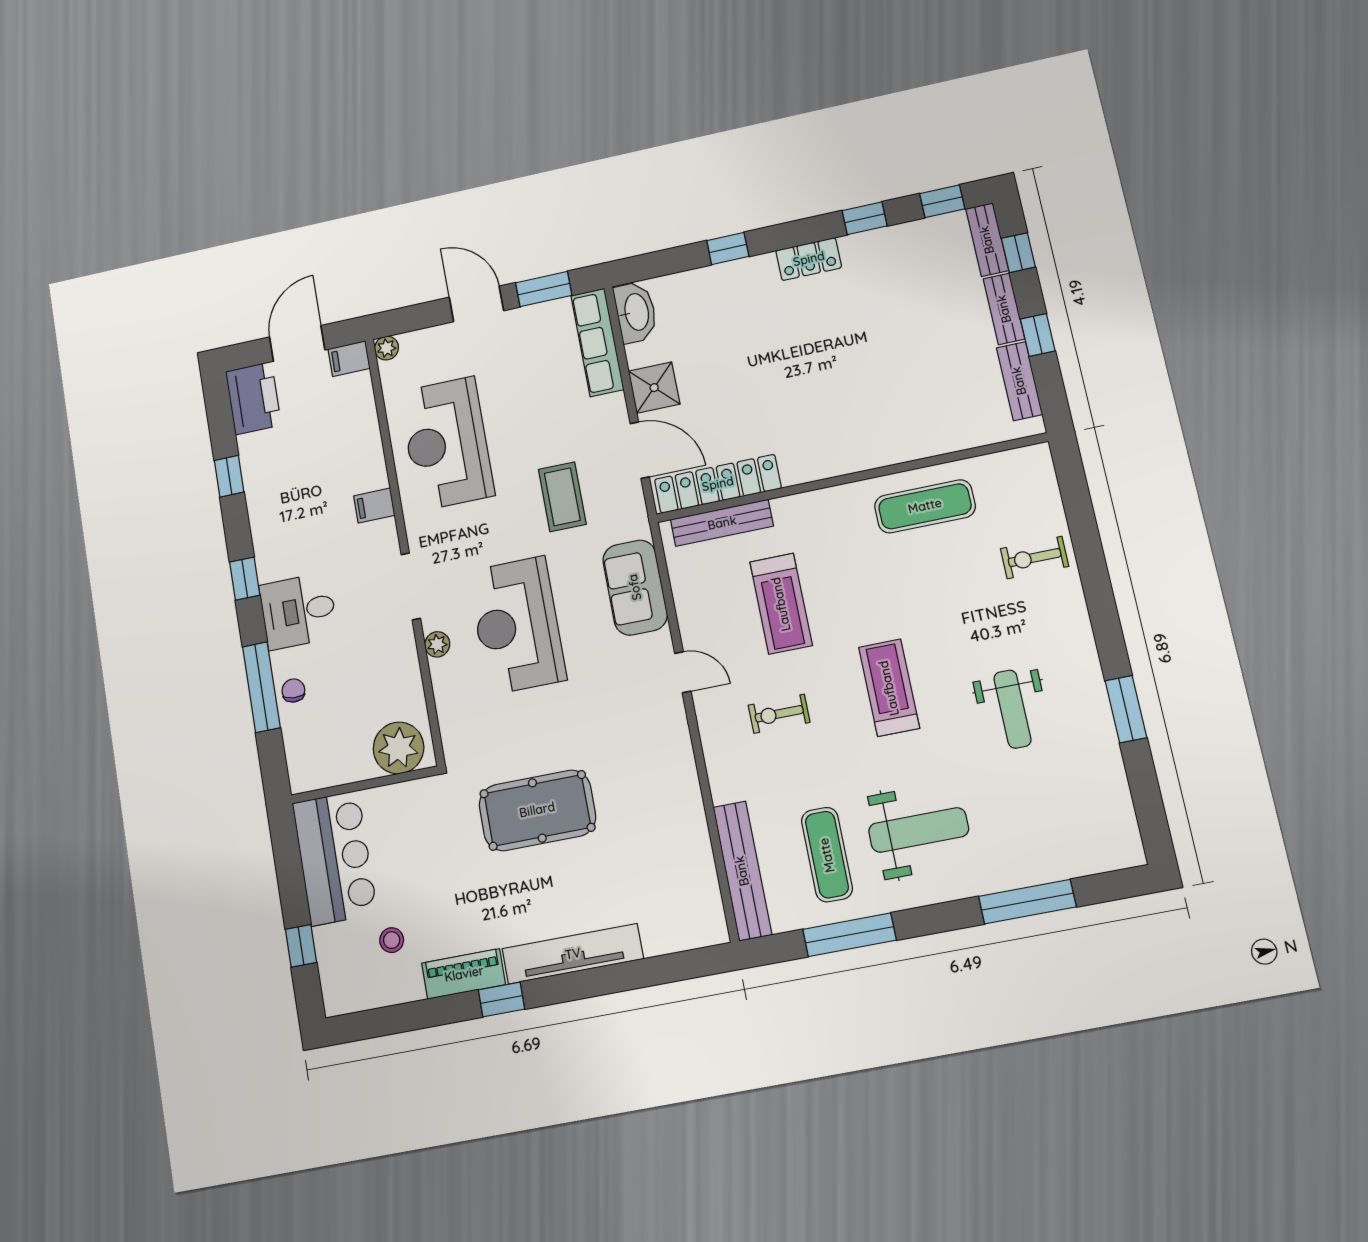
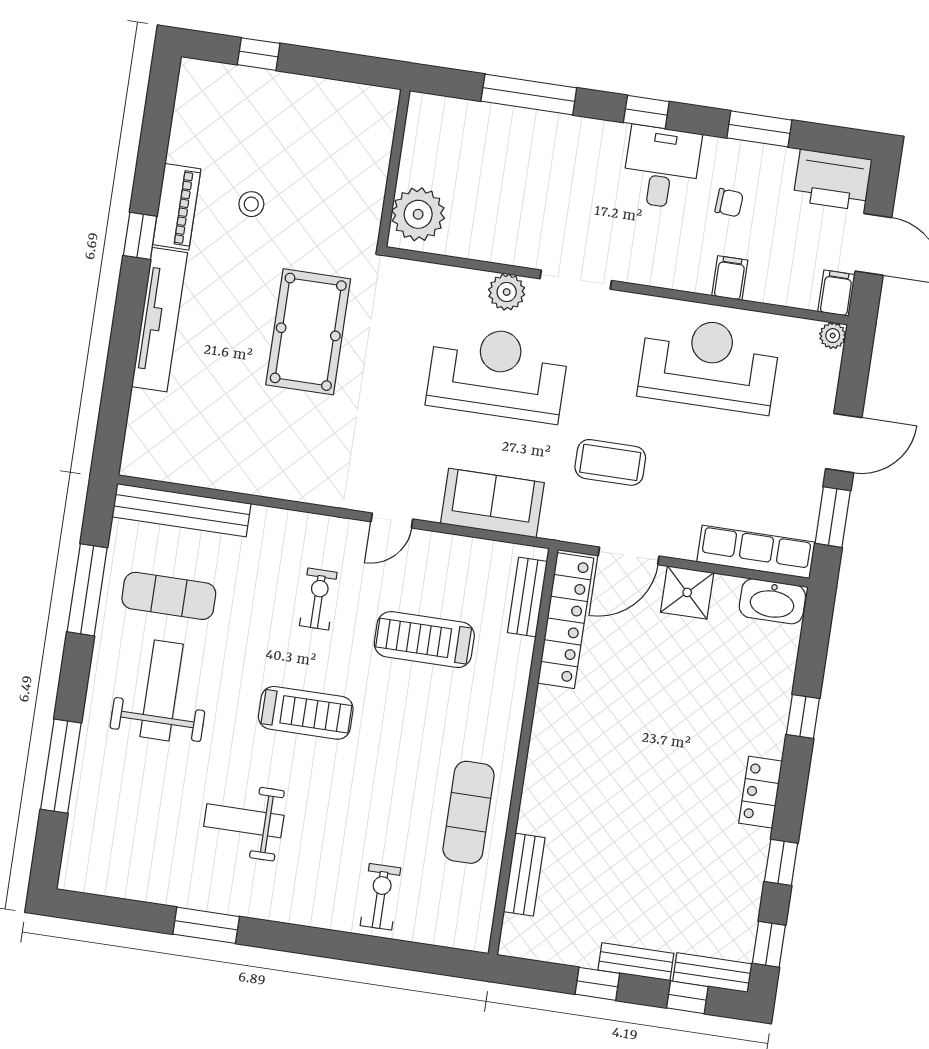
bench: (1019, 381) -> (524, 875), moved, turned 90
window: (229, 476) -> (759, 129), width x1.50
filing cabinet: (374, 506) -> (730, 278), moved
bench: (722, 523) -> (527, 597), width x0.73
desk: (298, 611) -> (662, 167), moved
plant: (437, 644) -> (507, 292), width x1.38, depth x1.38
chair: (293, 690) -> (729, 203), moved
weight bench: (919, 830) -> (162, 690), turned 180
bar counter: (335, 858) -> (332, 115), removed
stool: (392, 940) -> (251, 204), moved

